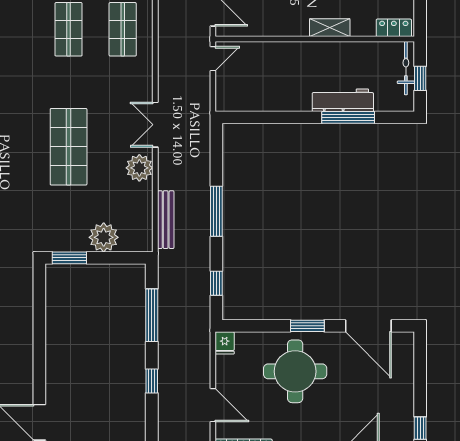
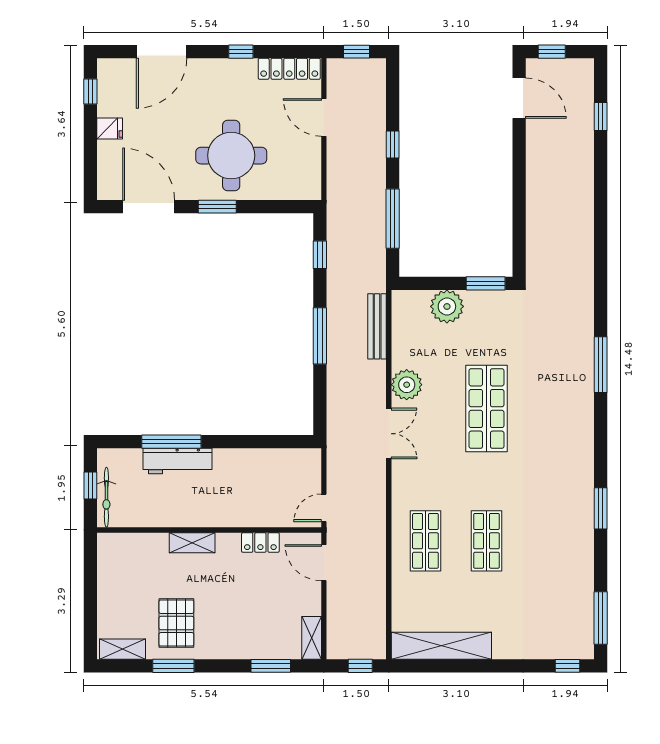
locker: (394, 28) -> (260, 543), moved
fridge: (225, 343) -> (110, 128), moved, turned 90

